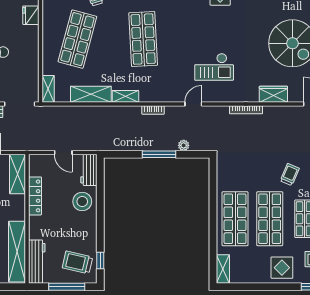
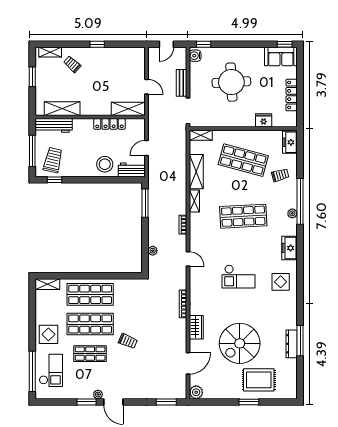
checkout: (214, 67) -> (239, 277), moved, turned -90
window: (159, 154) -> (145, 203), moved
shelving: (17, 252) -> (62, 109), width x0.68

